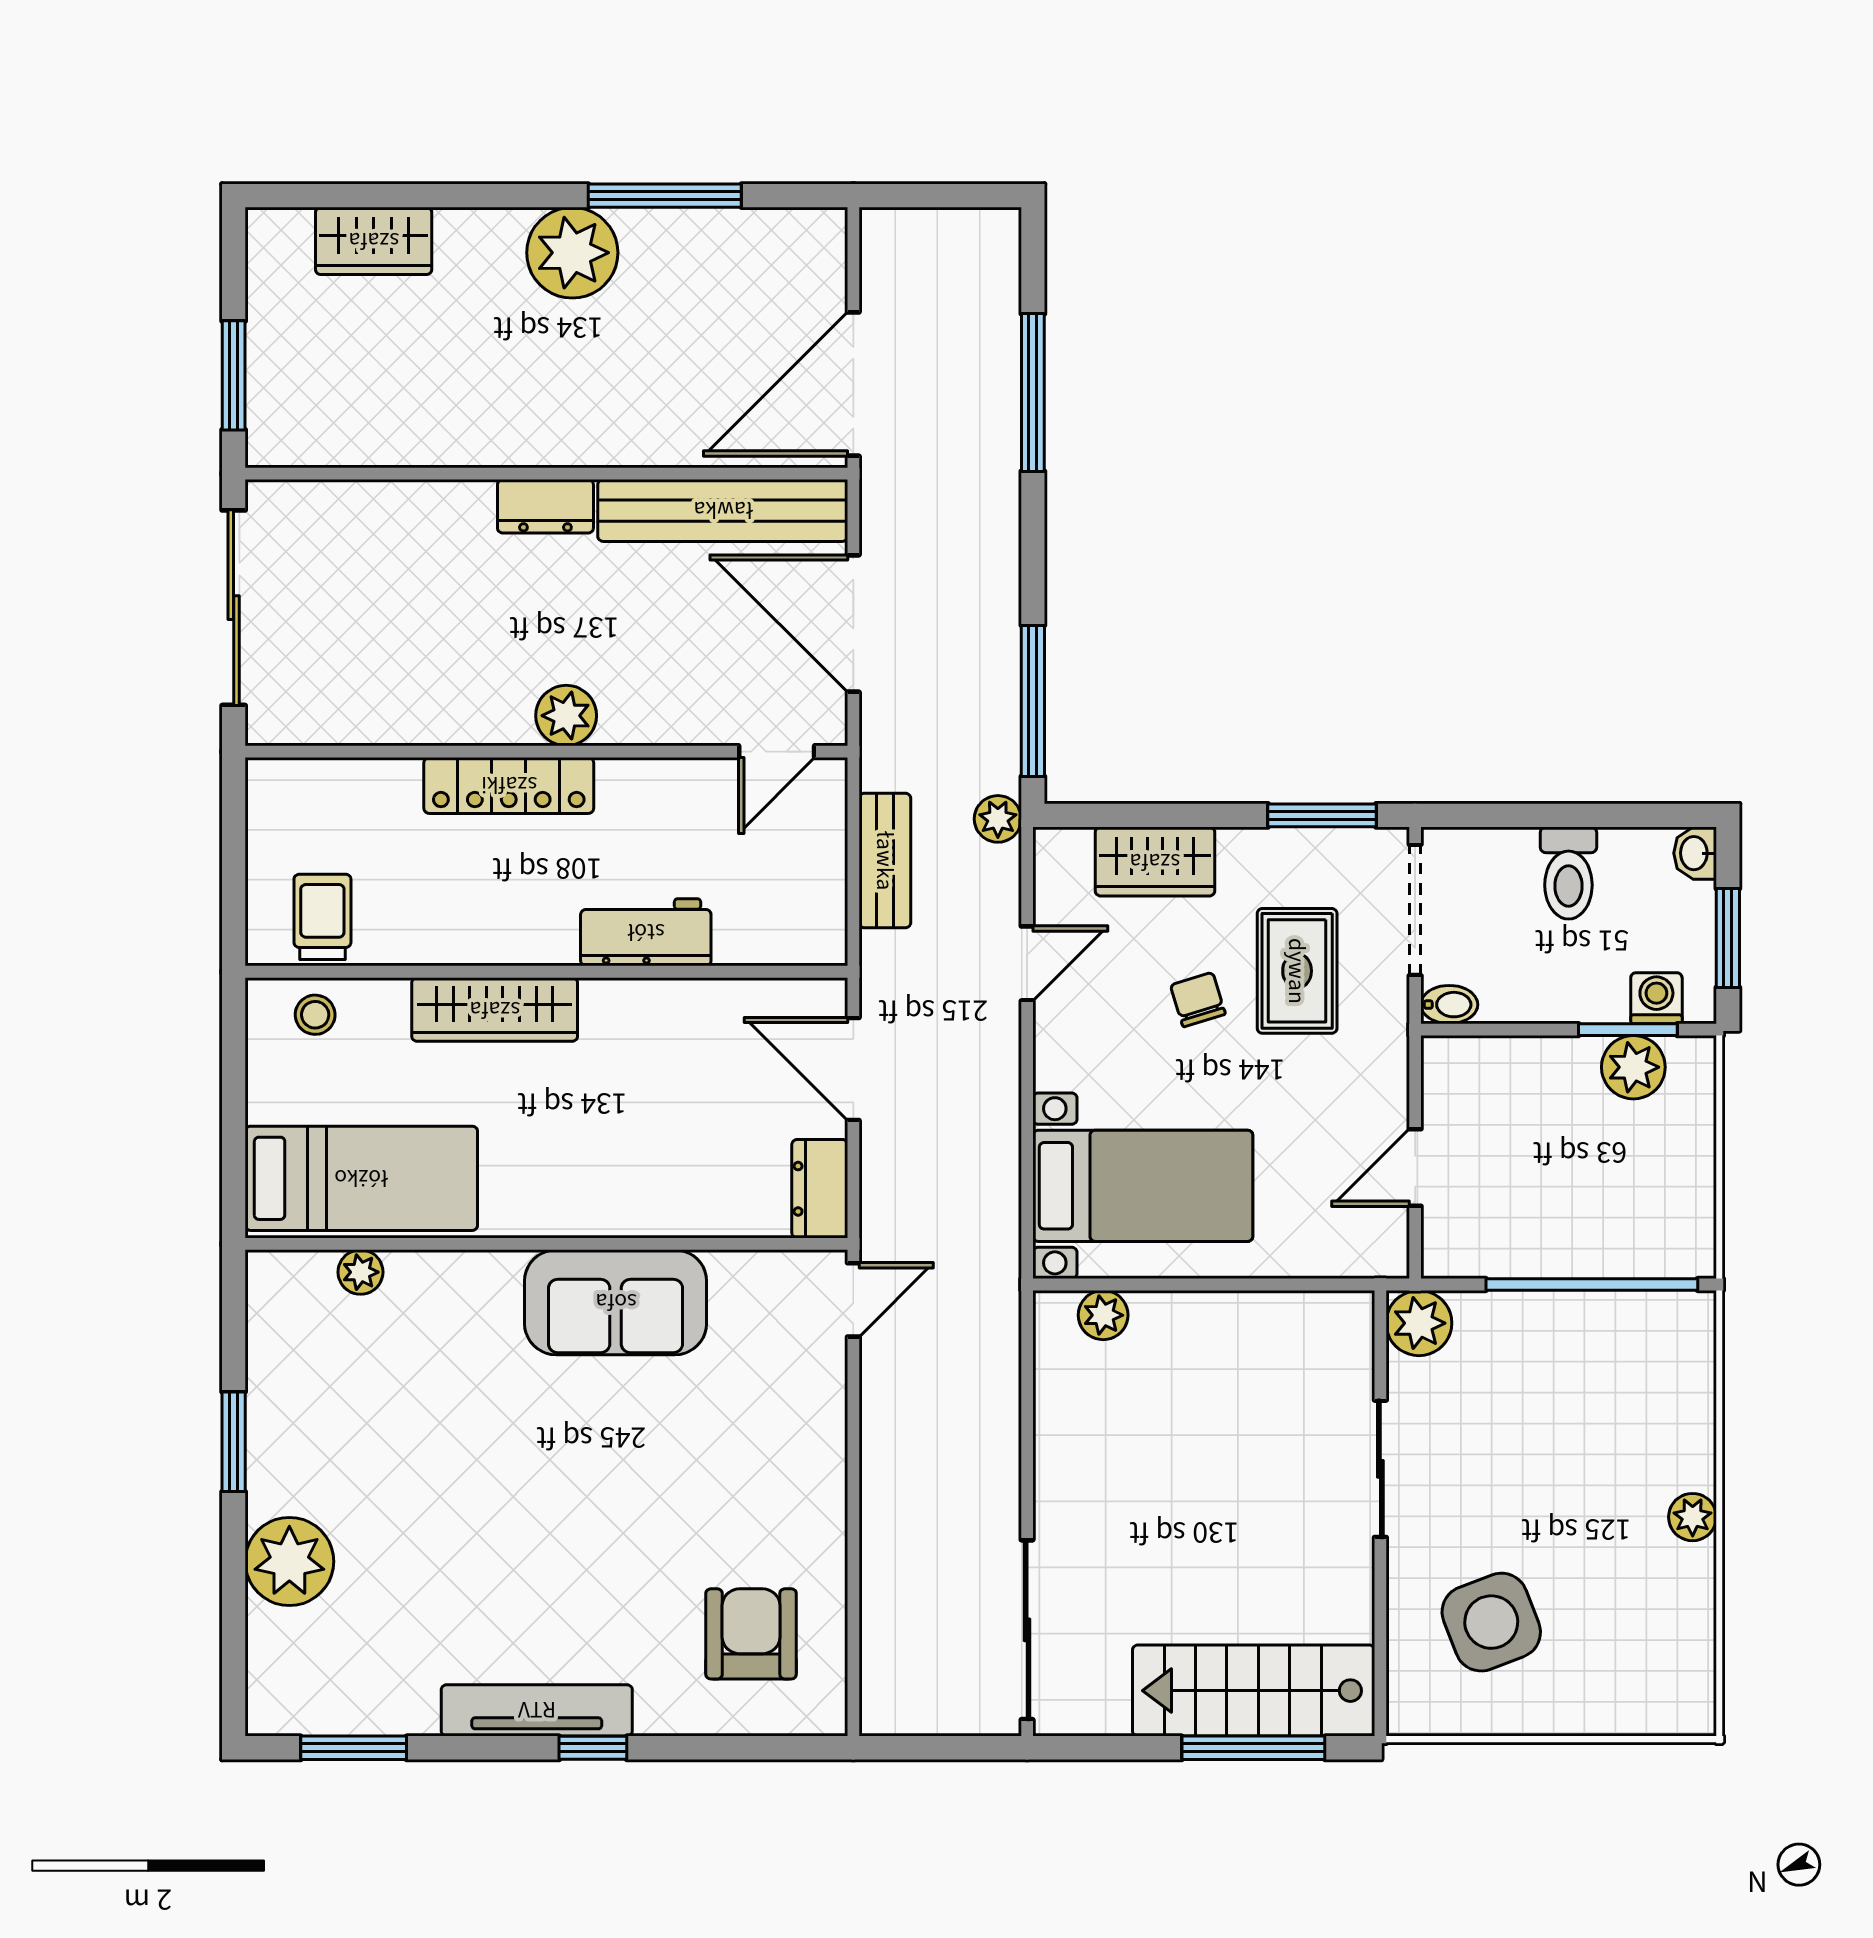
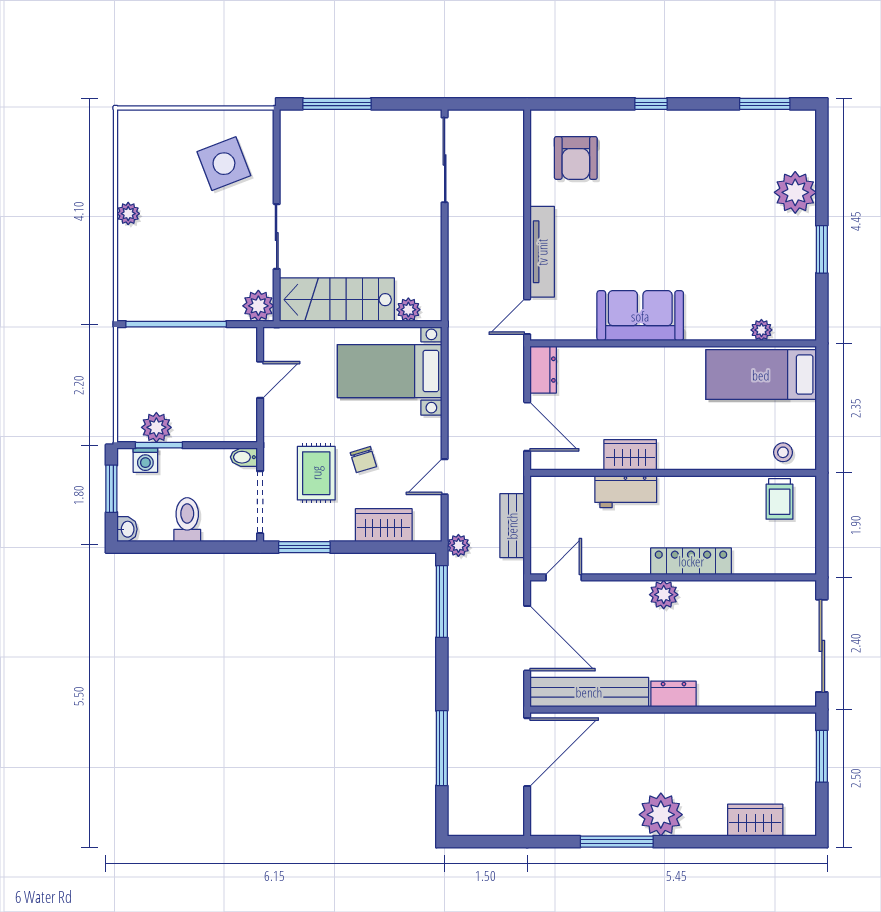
wardrobe: (495, 1010) -> (630, 455), moved, width x0.67
stairs: (1254, 1691) -> (337, 300), moved, turned 180
tv unit: (537, 1710) -> (542, 252), moved, turned -90

